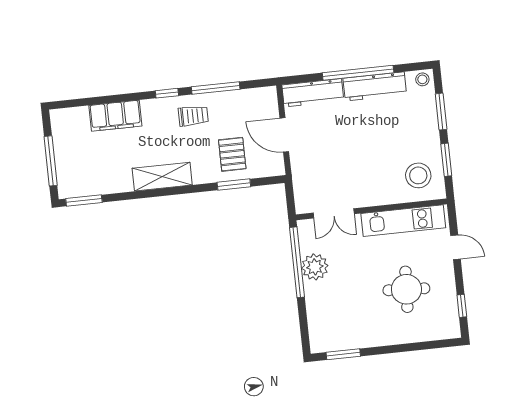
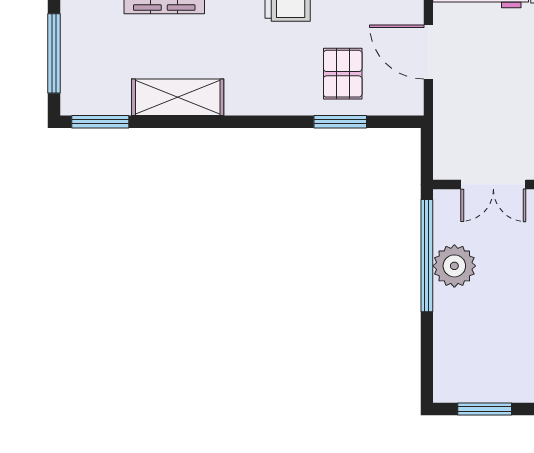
shelving: (162, 177) -> (178, 97), moved

